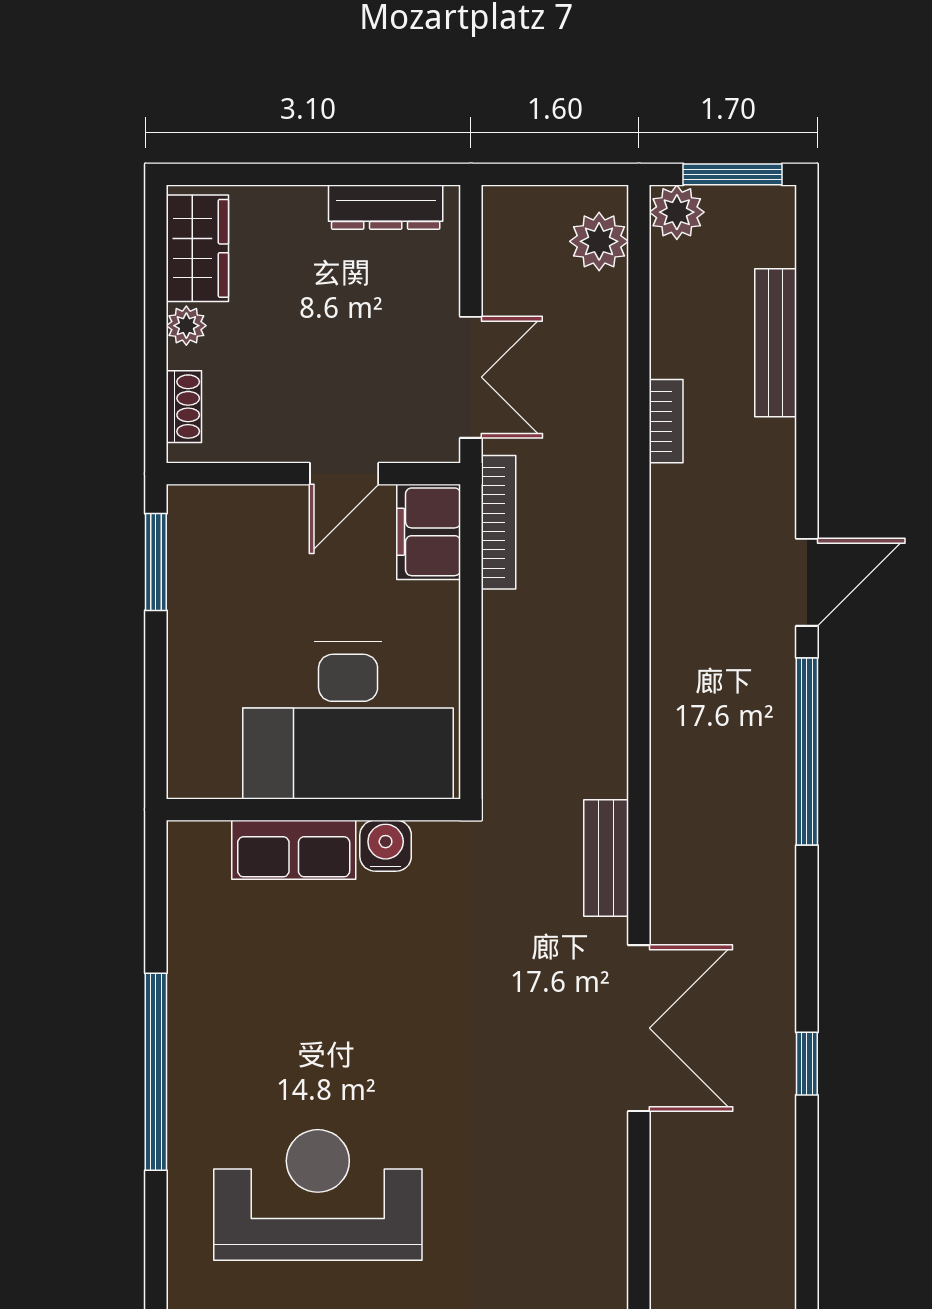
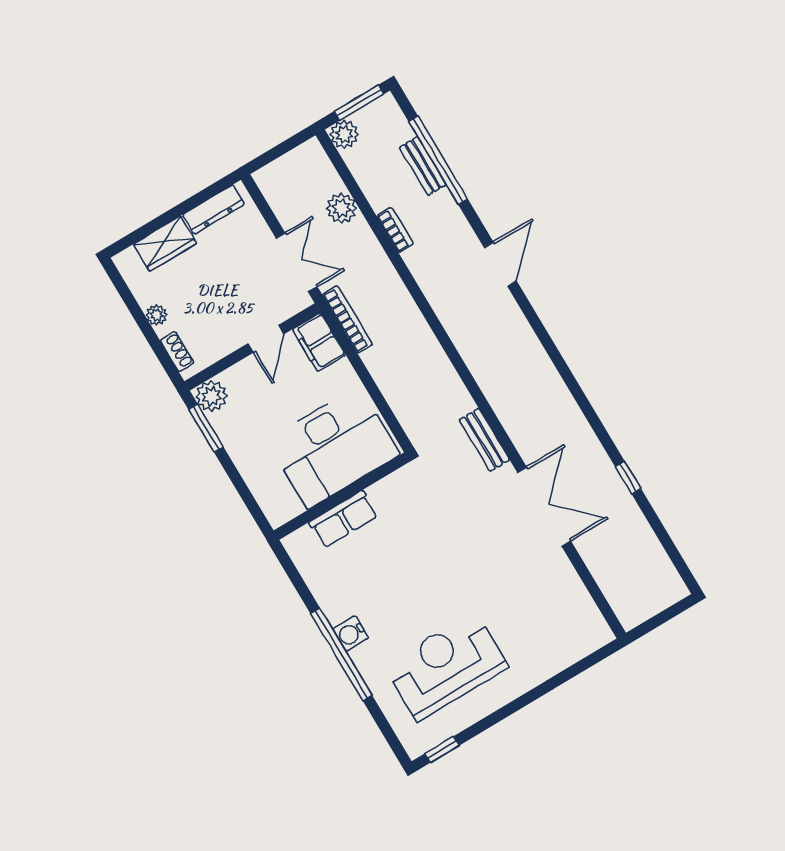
plant: (599, 241) -> (341, 208), moved
wardrobe: (197, 248) -> (165, 244), moved, turned 90
bench: (776, 343) -> (423, 166), width x0.73
plant: (197, 515) -> (211, 396), added
window: (807, 751) -> (438, 160), moved
water cooler: (386, 846) -> (351, 633), moved, turned -90

